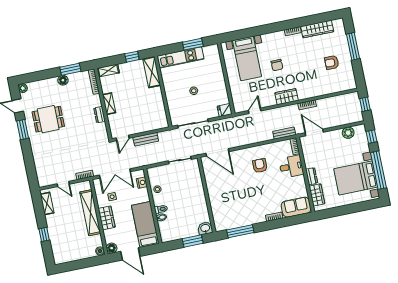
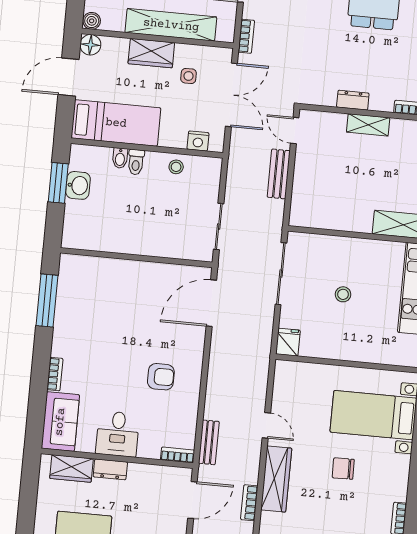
wardrobe: (287, 97) -> (276, 479), width x1.50
door: (255, 111) -> (266, 425), moved
desk: (291, 167) -> (118, 434), moved
double door: (115, 173) -> (231, 95), swing flipped
washbasin: (205, 228) -> (78, 185), moved
window: (193, 241) -> (58, 183), moved

